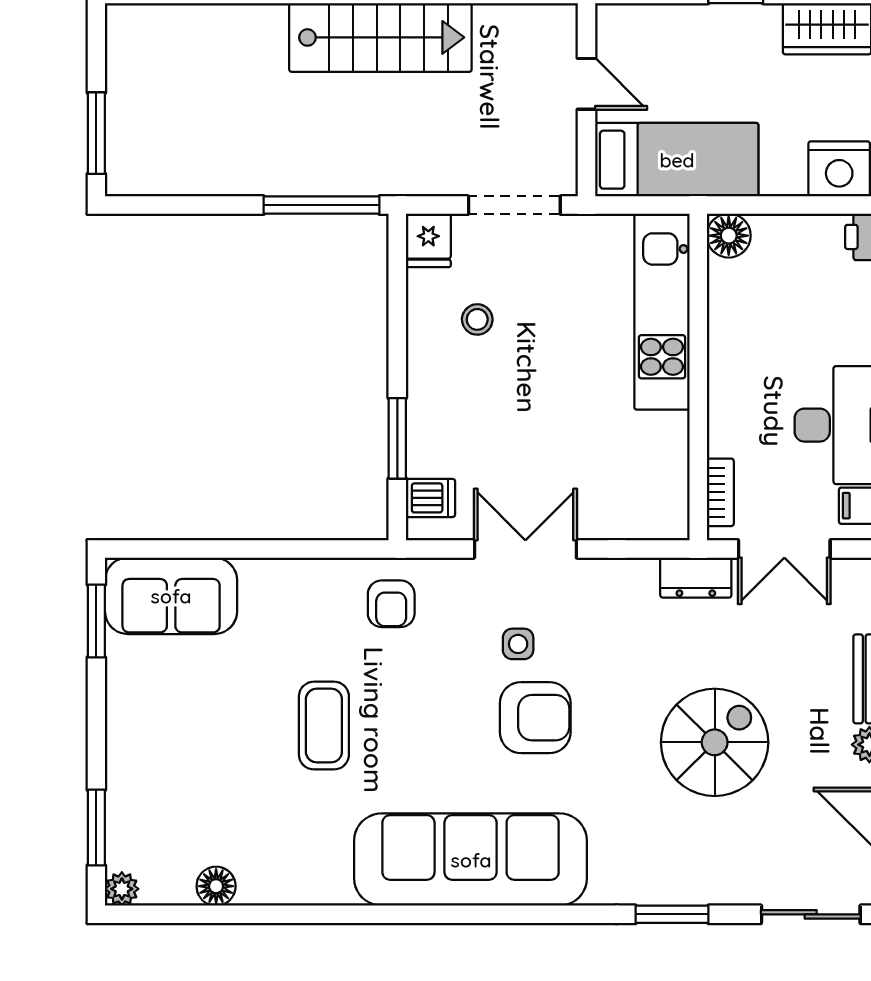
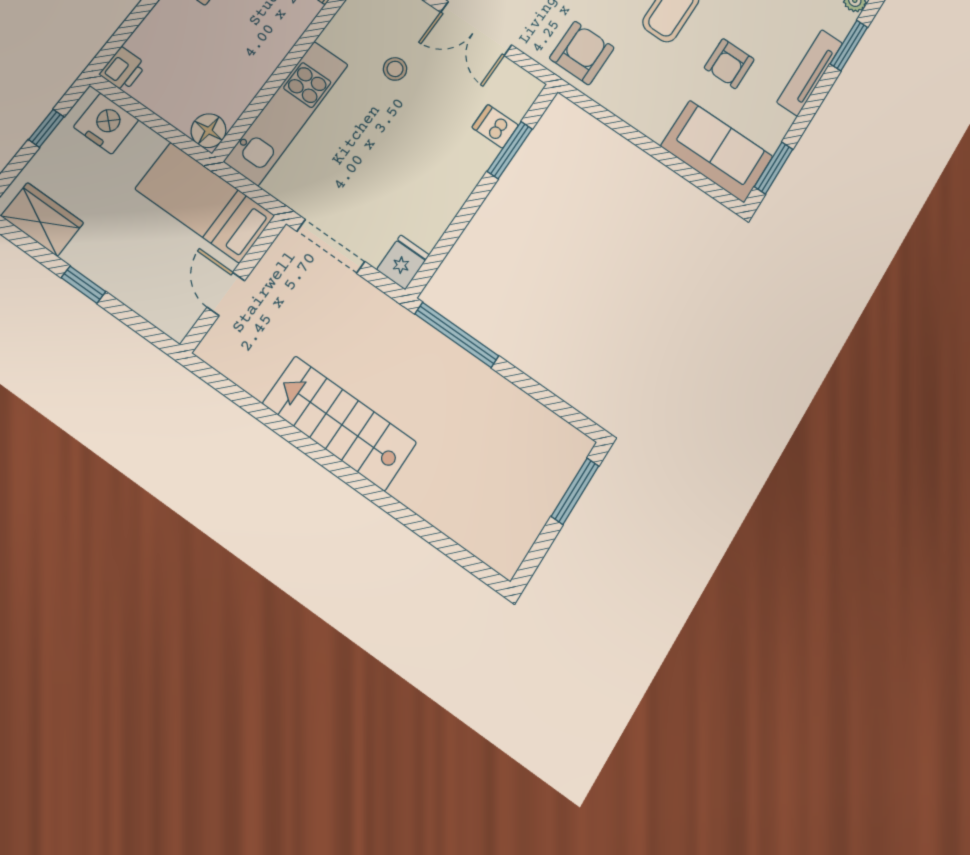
stool: (477, 319) -> (395, 69), moved
dishwasher: (430, 498) -> (495, 126), moved
armchair: (391, 604) -> (582, 53), width x1.38, depth x1.38
armchair: (219, 708) -> (729, 64), added
tv unit: (122, 763) -> (810, 73), added

